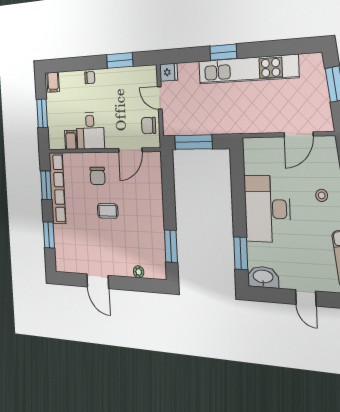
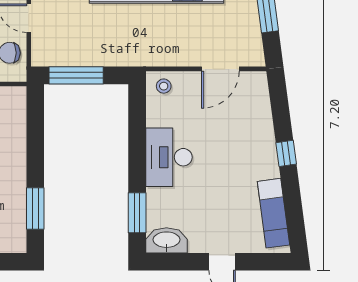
stool: (322, 195) -> (164, 86), moved
desk: (267, 209) -> (169, 157), width x0.73, depth x0.77

